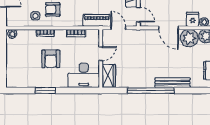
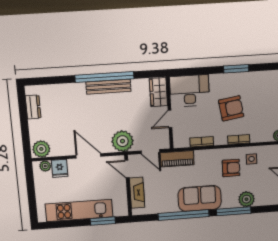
plant: (189, 38) -> (122, 141), moved
armchair: (51, 59) -> (231, 108), turned 81
bench: (173, 83) -> (108, 87), moved

